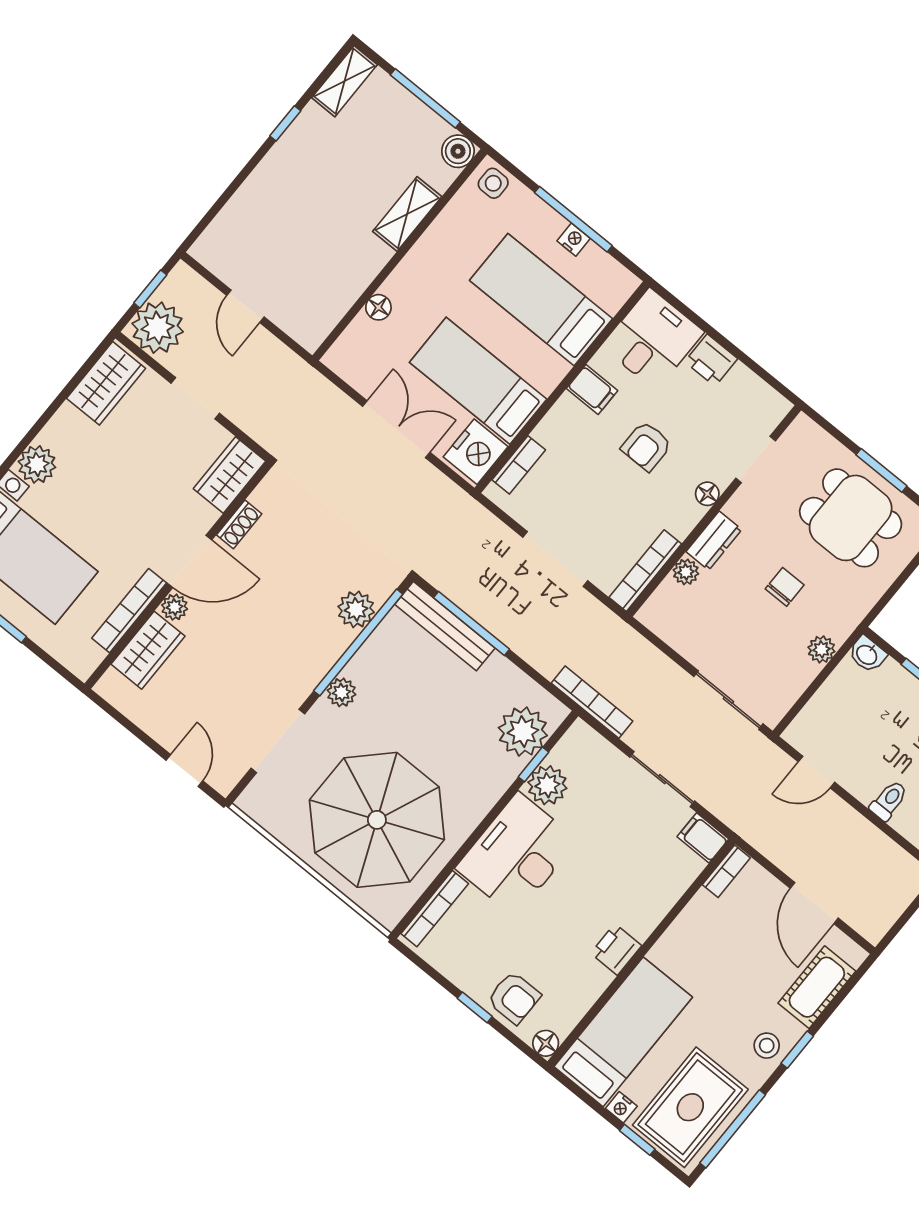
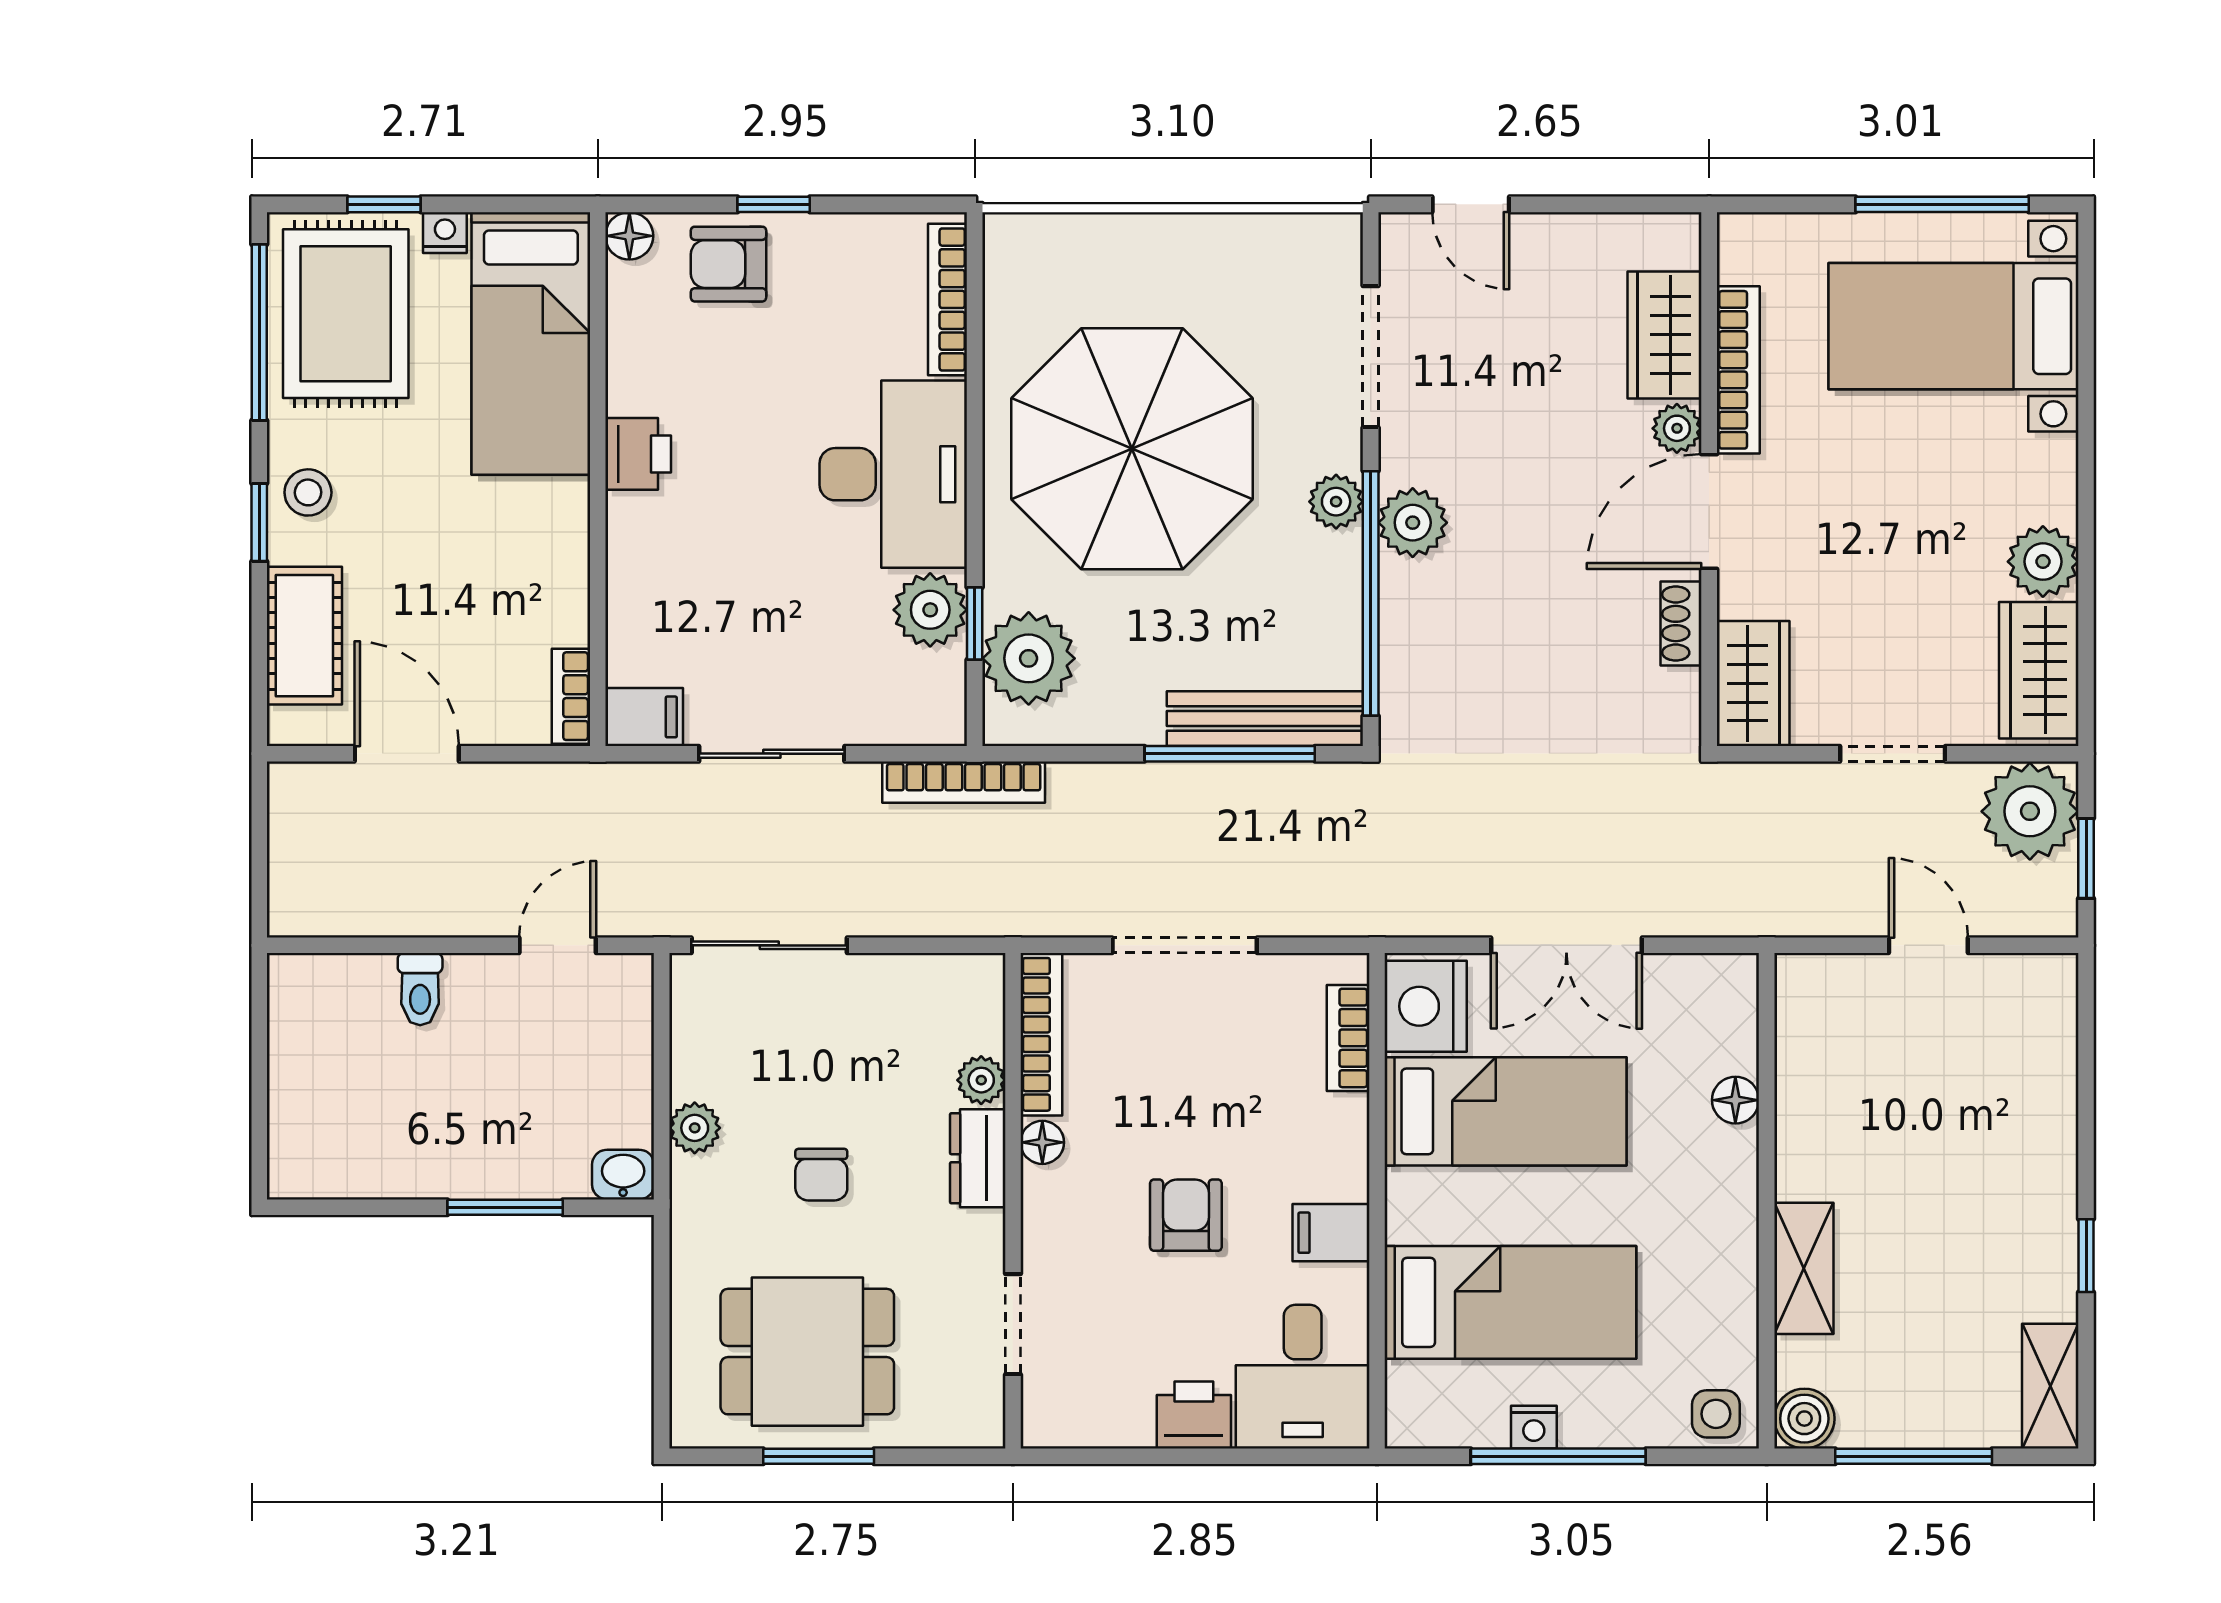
plant: (37, 464) -> (2043, 562), moved
floor lamp: (707, 494) -> (1042, 1142), moved
plant: (356, 609) -> (1413, 523), moved
parasol: (377, 820) -> (1132, 449), moved

